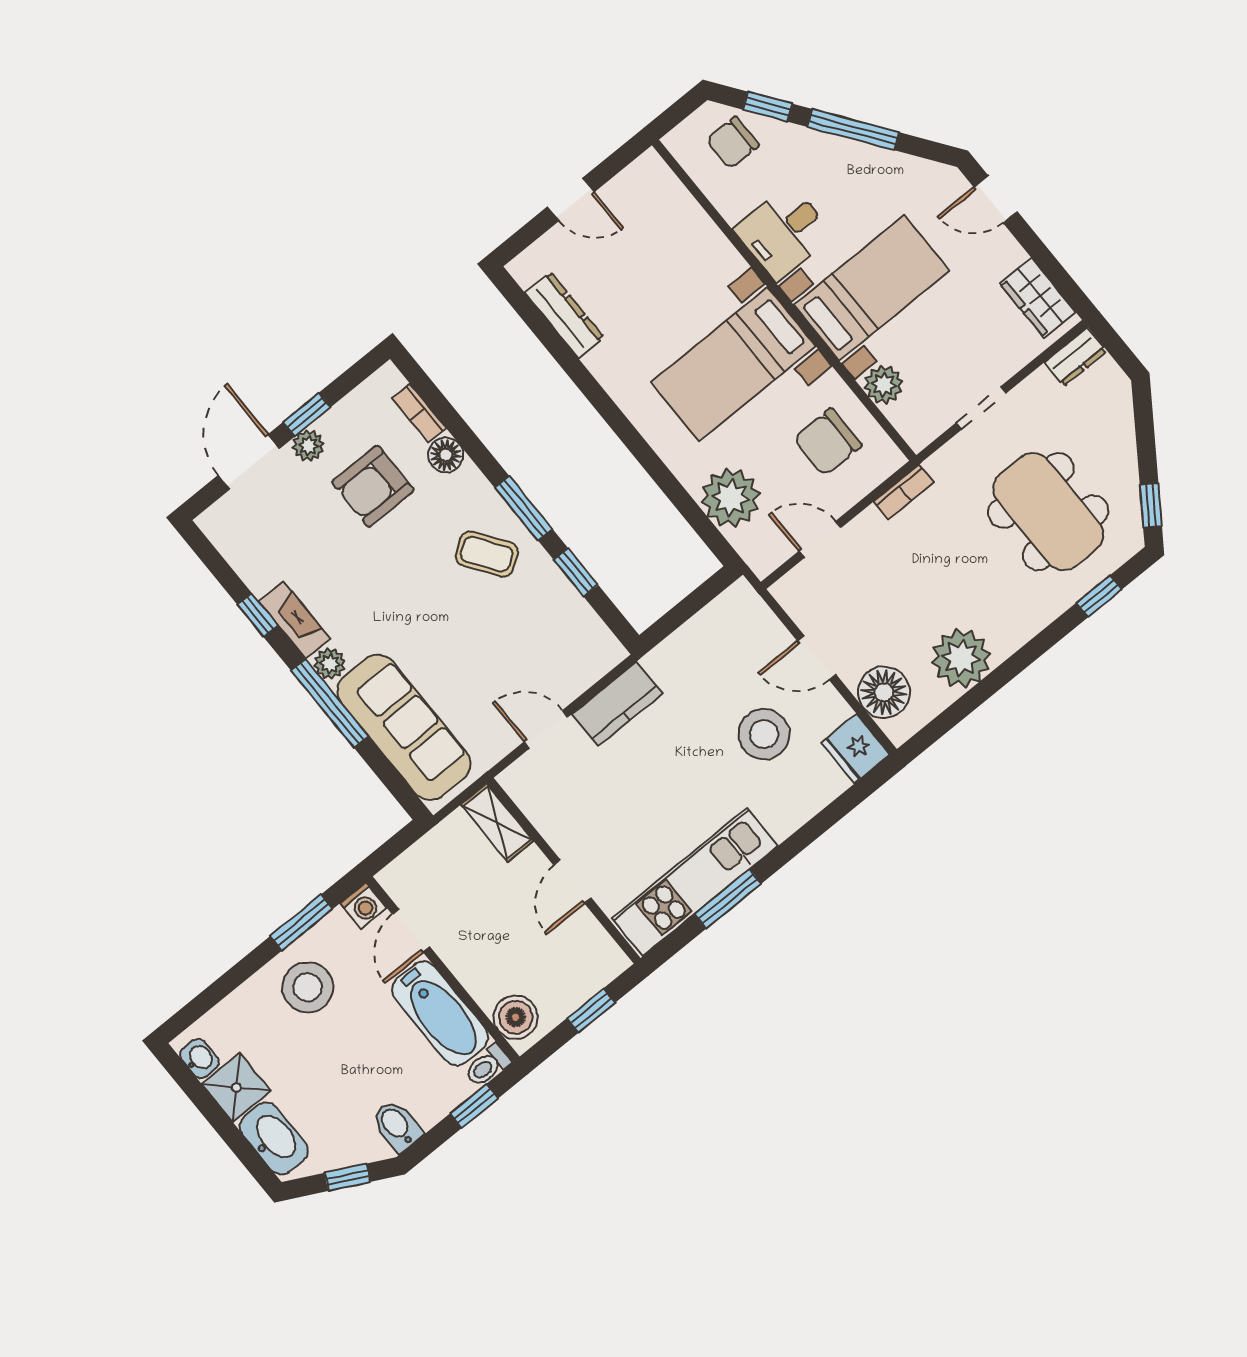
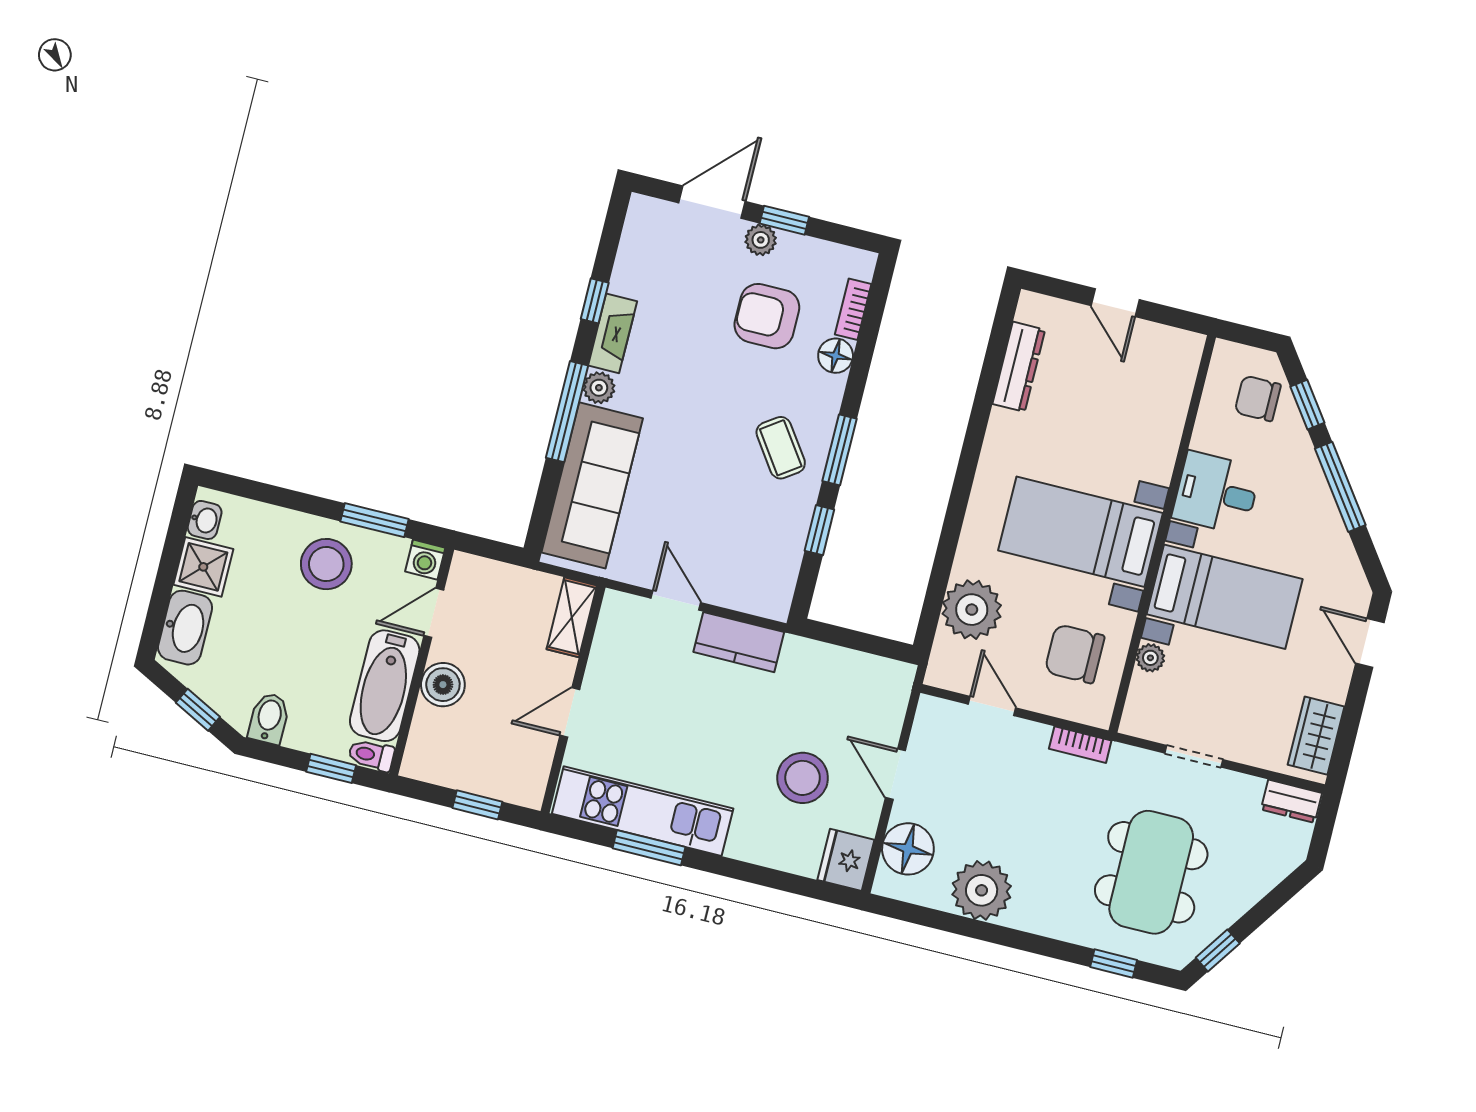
plant: (884, 385) -> (1150, 658), width x0.73, depth x0.73
boiler: (516, 1017) -> (443, 685), moved

